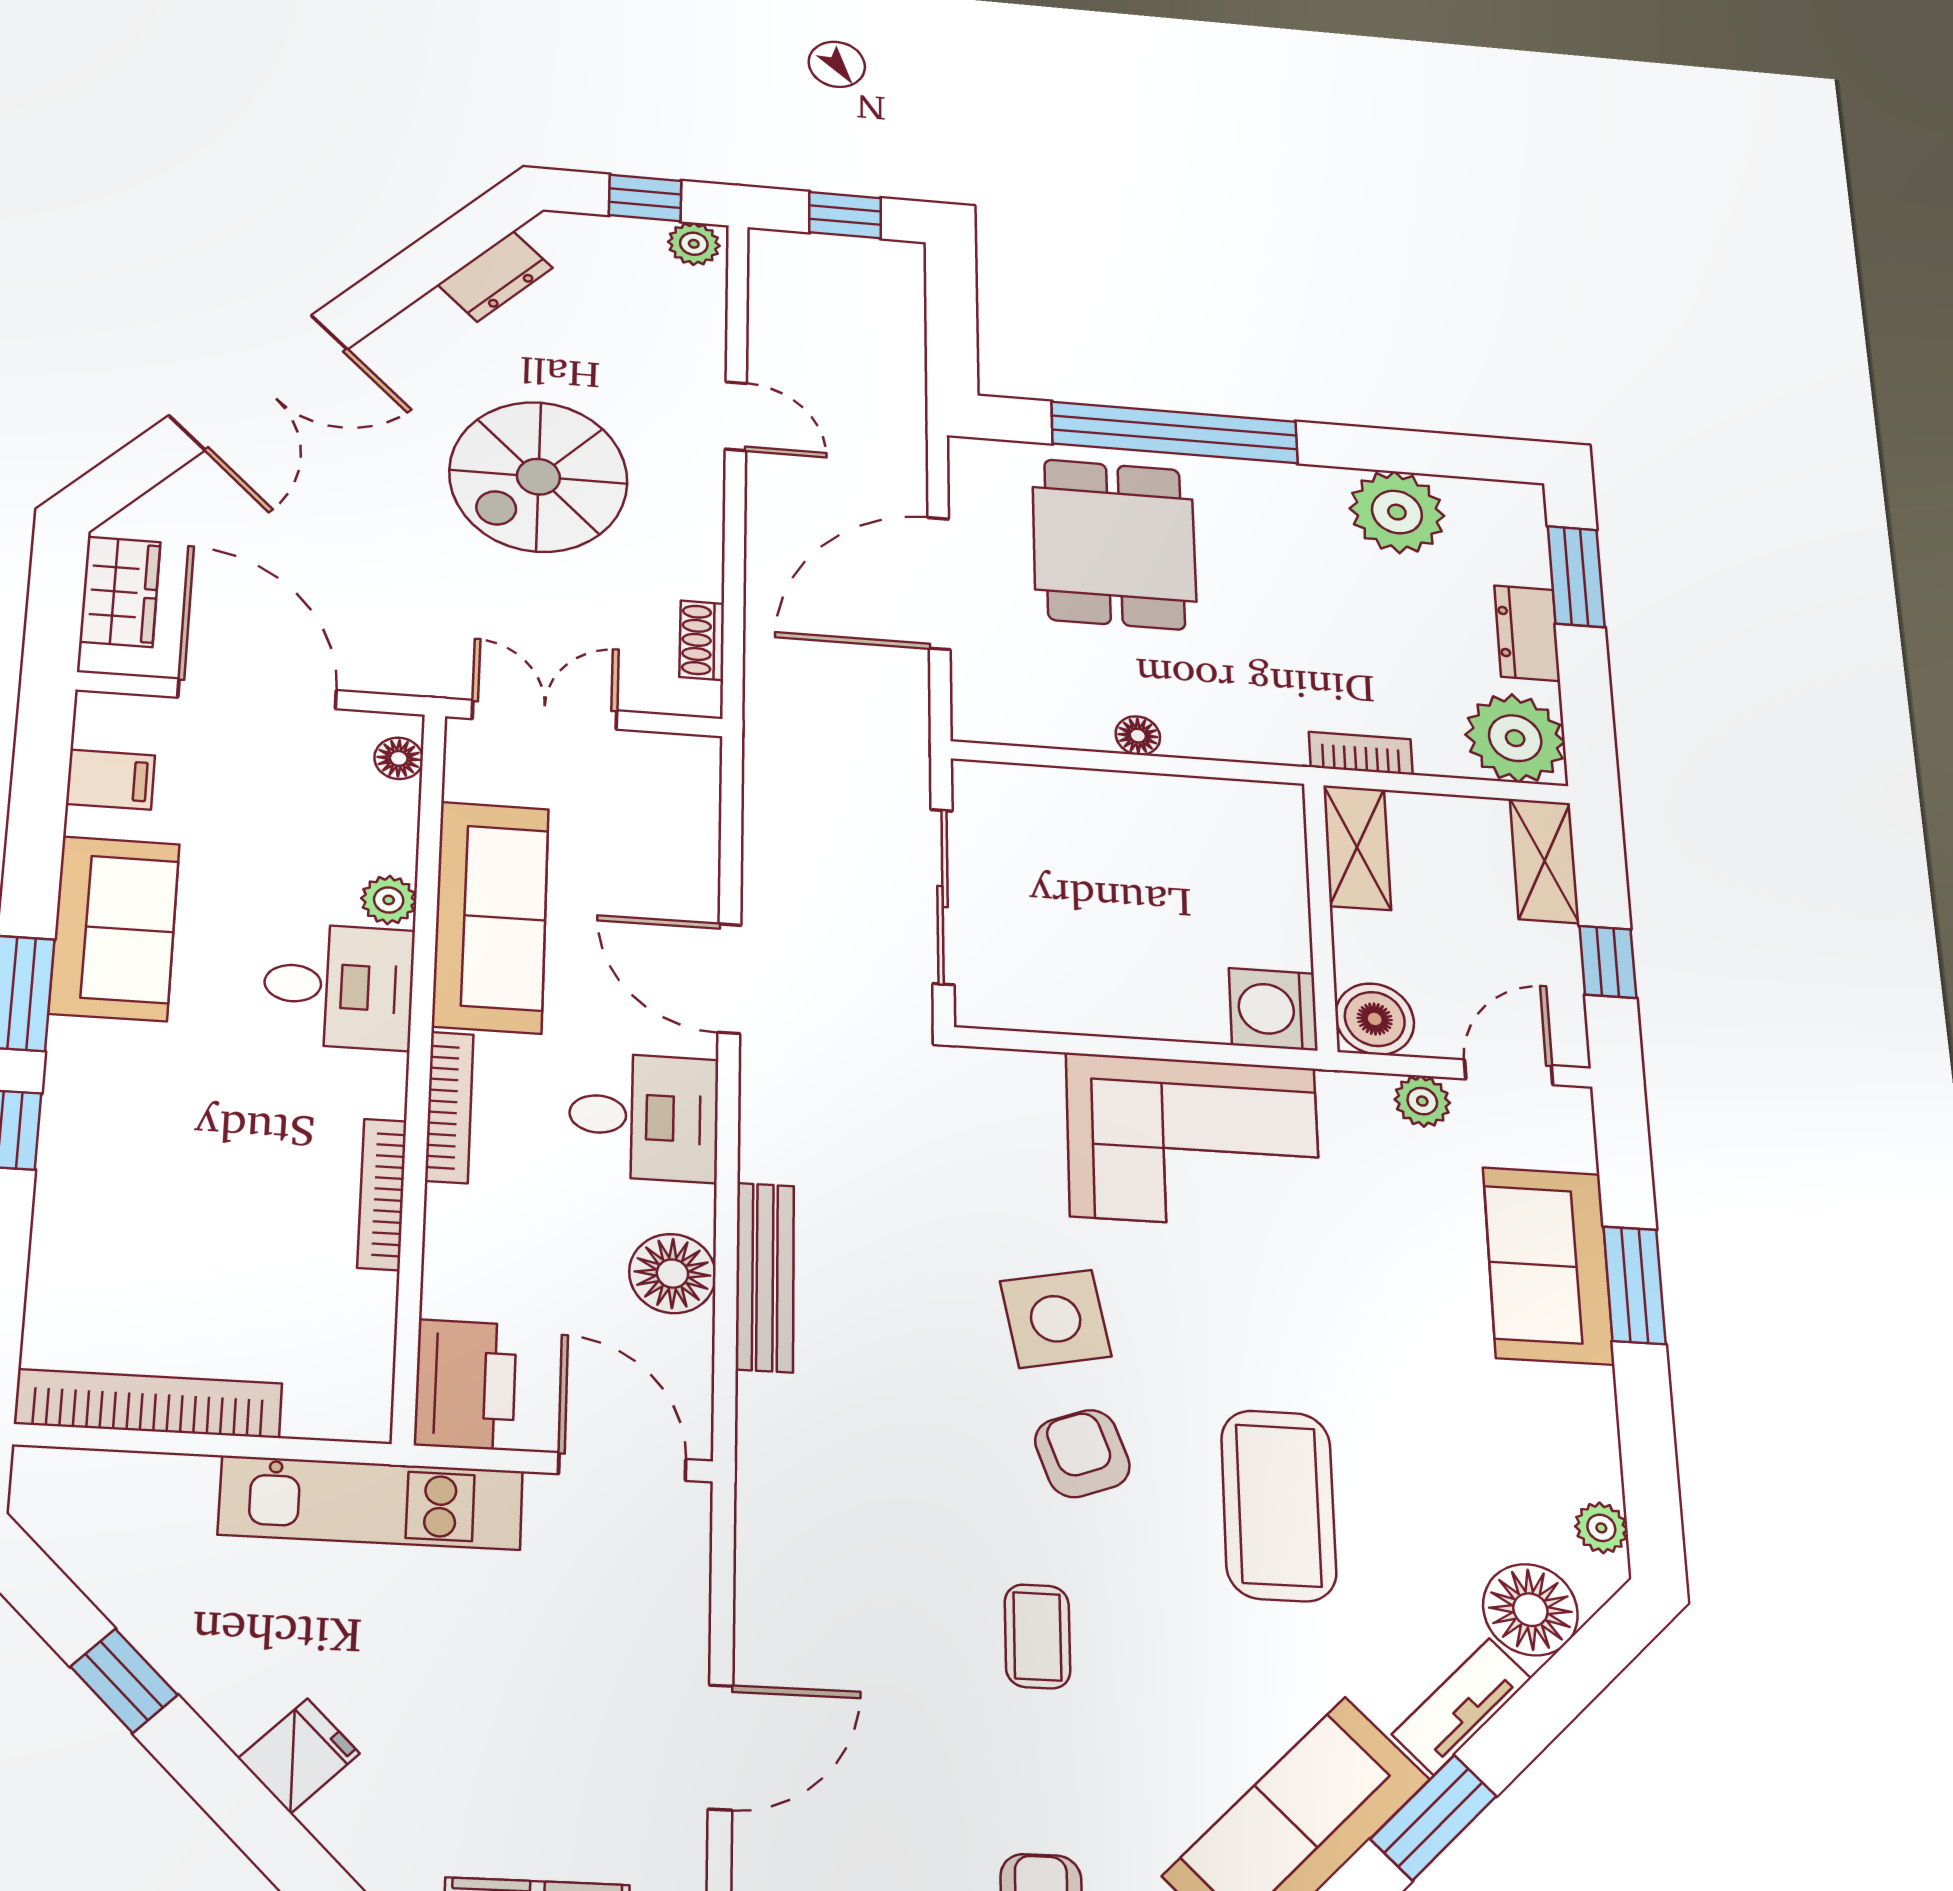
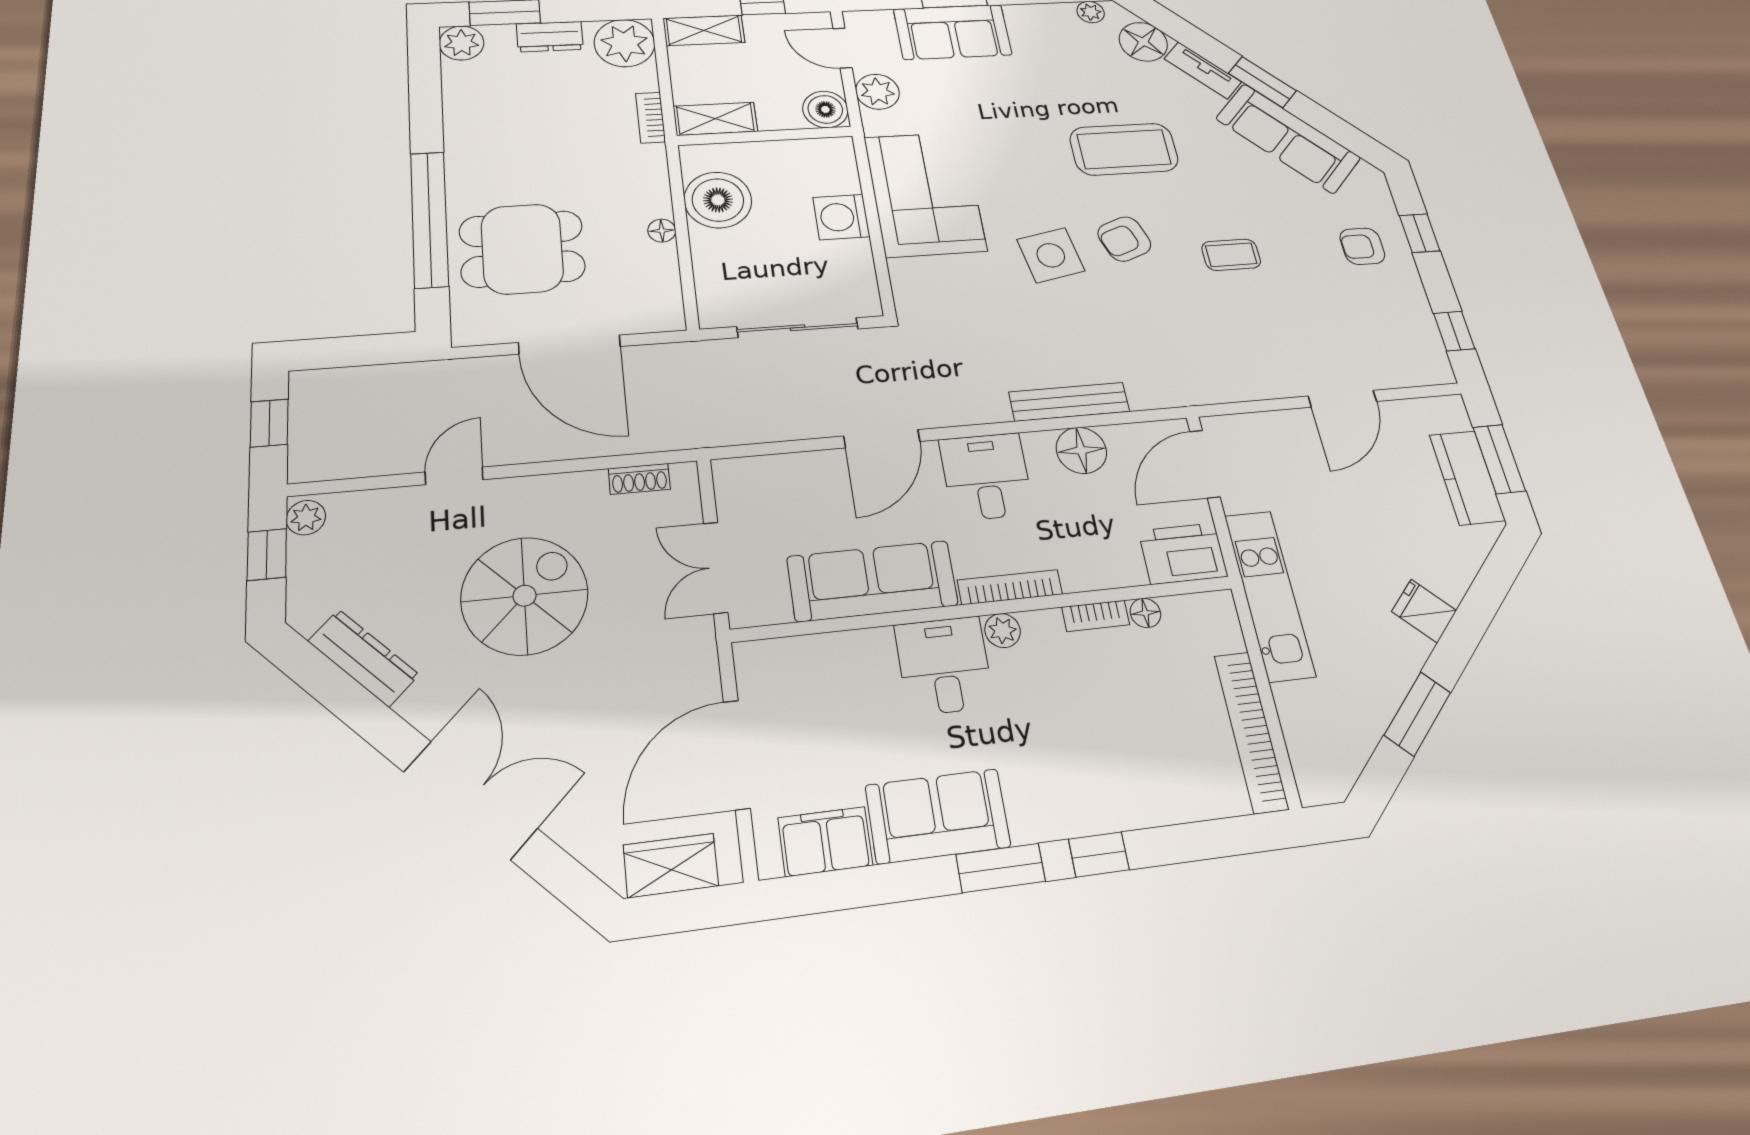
dresser: (495, 276) -> (363, 658), width x1.44
spiral stairs: (538, 477) -> (525, 596), turned -90
plant: (1397, 512) -> (462, 43), moved, width x0.73, depth x0.73
floor lamp: (399, 758) -> (1145, 613), moved
filing cabinet: (110, 780) -> (825, 841), width x2.00
boiler: (1193, 824) -> (718, 200), added
plant: (389, 900) -> (1003, 631), moved
washing machine: (1273, 1009) -> (841, 217), moved, turned 90
plant: (1422, 1101) -> (877, 92), width x1.38, depth x1.38
bookcase: (382, 1194) -> (1096, 616), width x0.64
window: (124, 1681) -> (1417, 714), width x1.50
door: (721, 1747) -> (1342, 399), swing flipped

